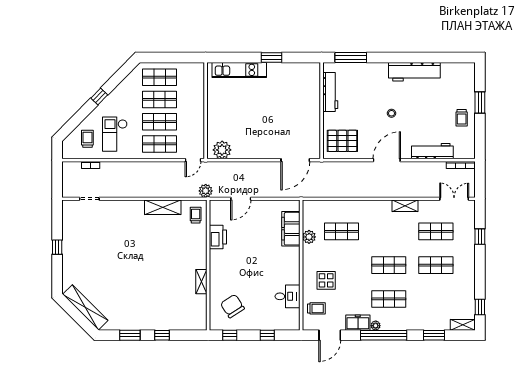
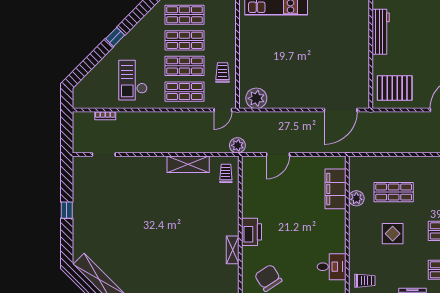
trolley: (87, 139) -> (223, 73), moved
printer: (218, 237) -> (252, 232), moved
display table: (326, 280) -> (393, 234), moved

